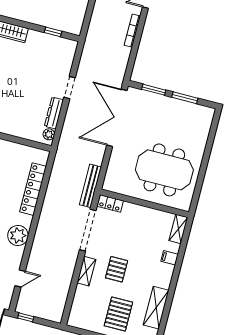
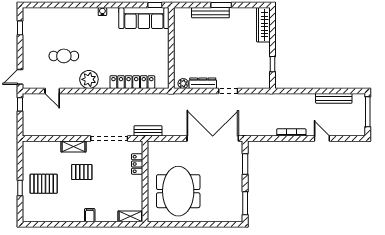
window: (185, 98) -> (245, 203), moved
bench: (90, 186) -> (148, 131), width x0.73
locker: (110, 203) -> (137, 164), moved
filing cabinet: (169, 258) -> (90, 215), moved
shelving: (156, 308) -> (57, 215), removed

